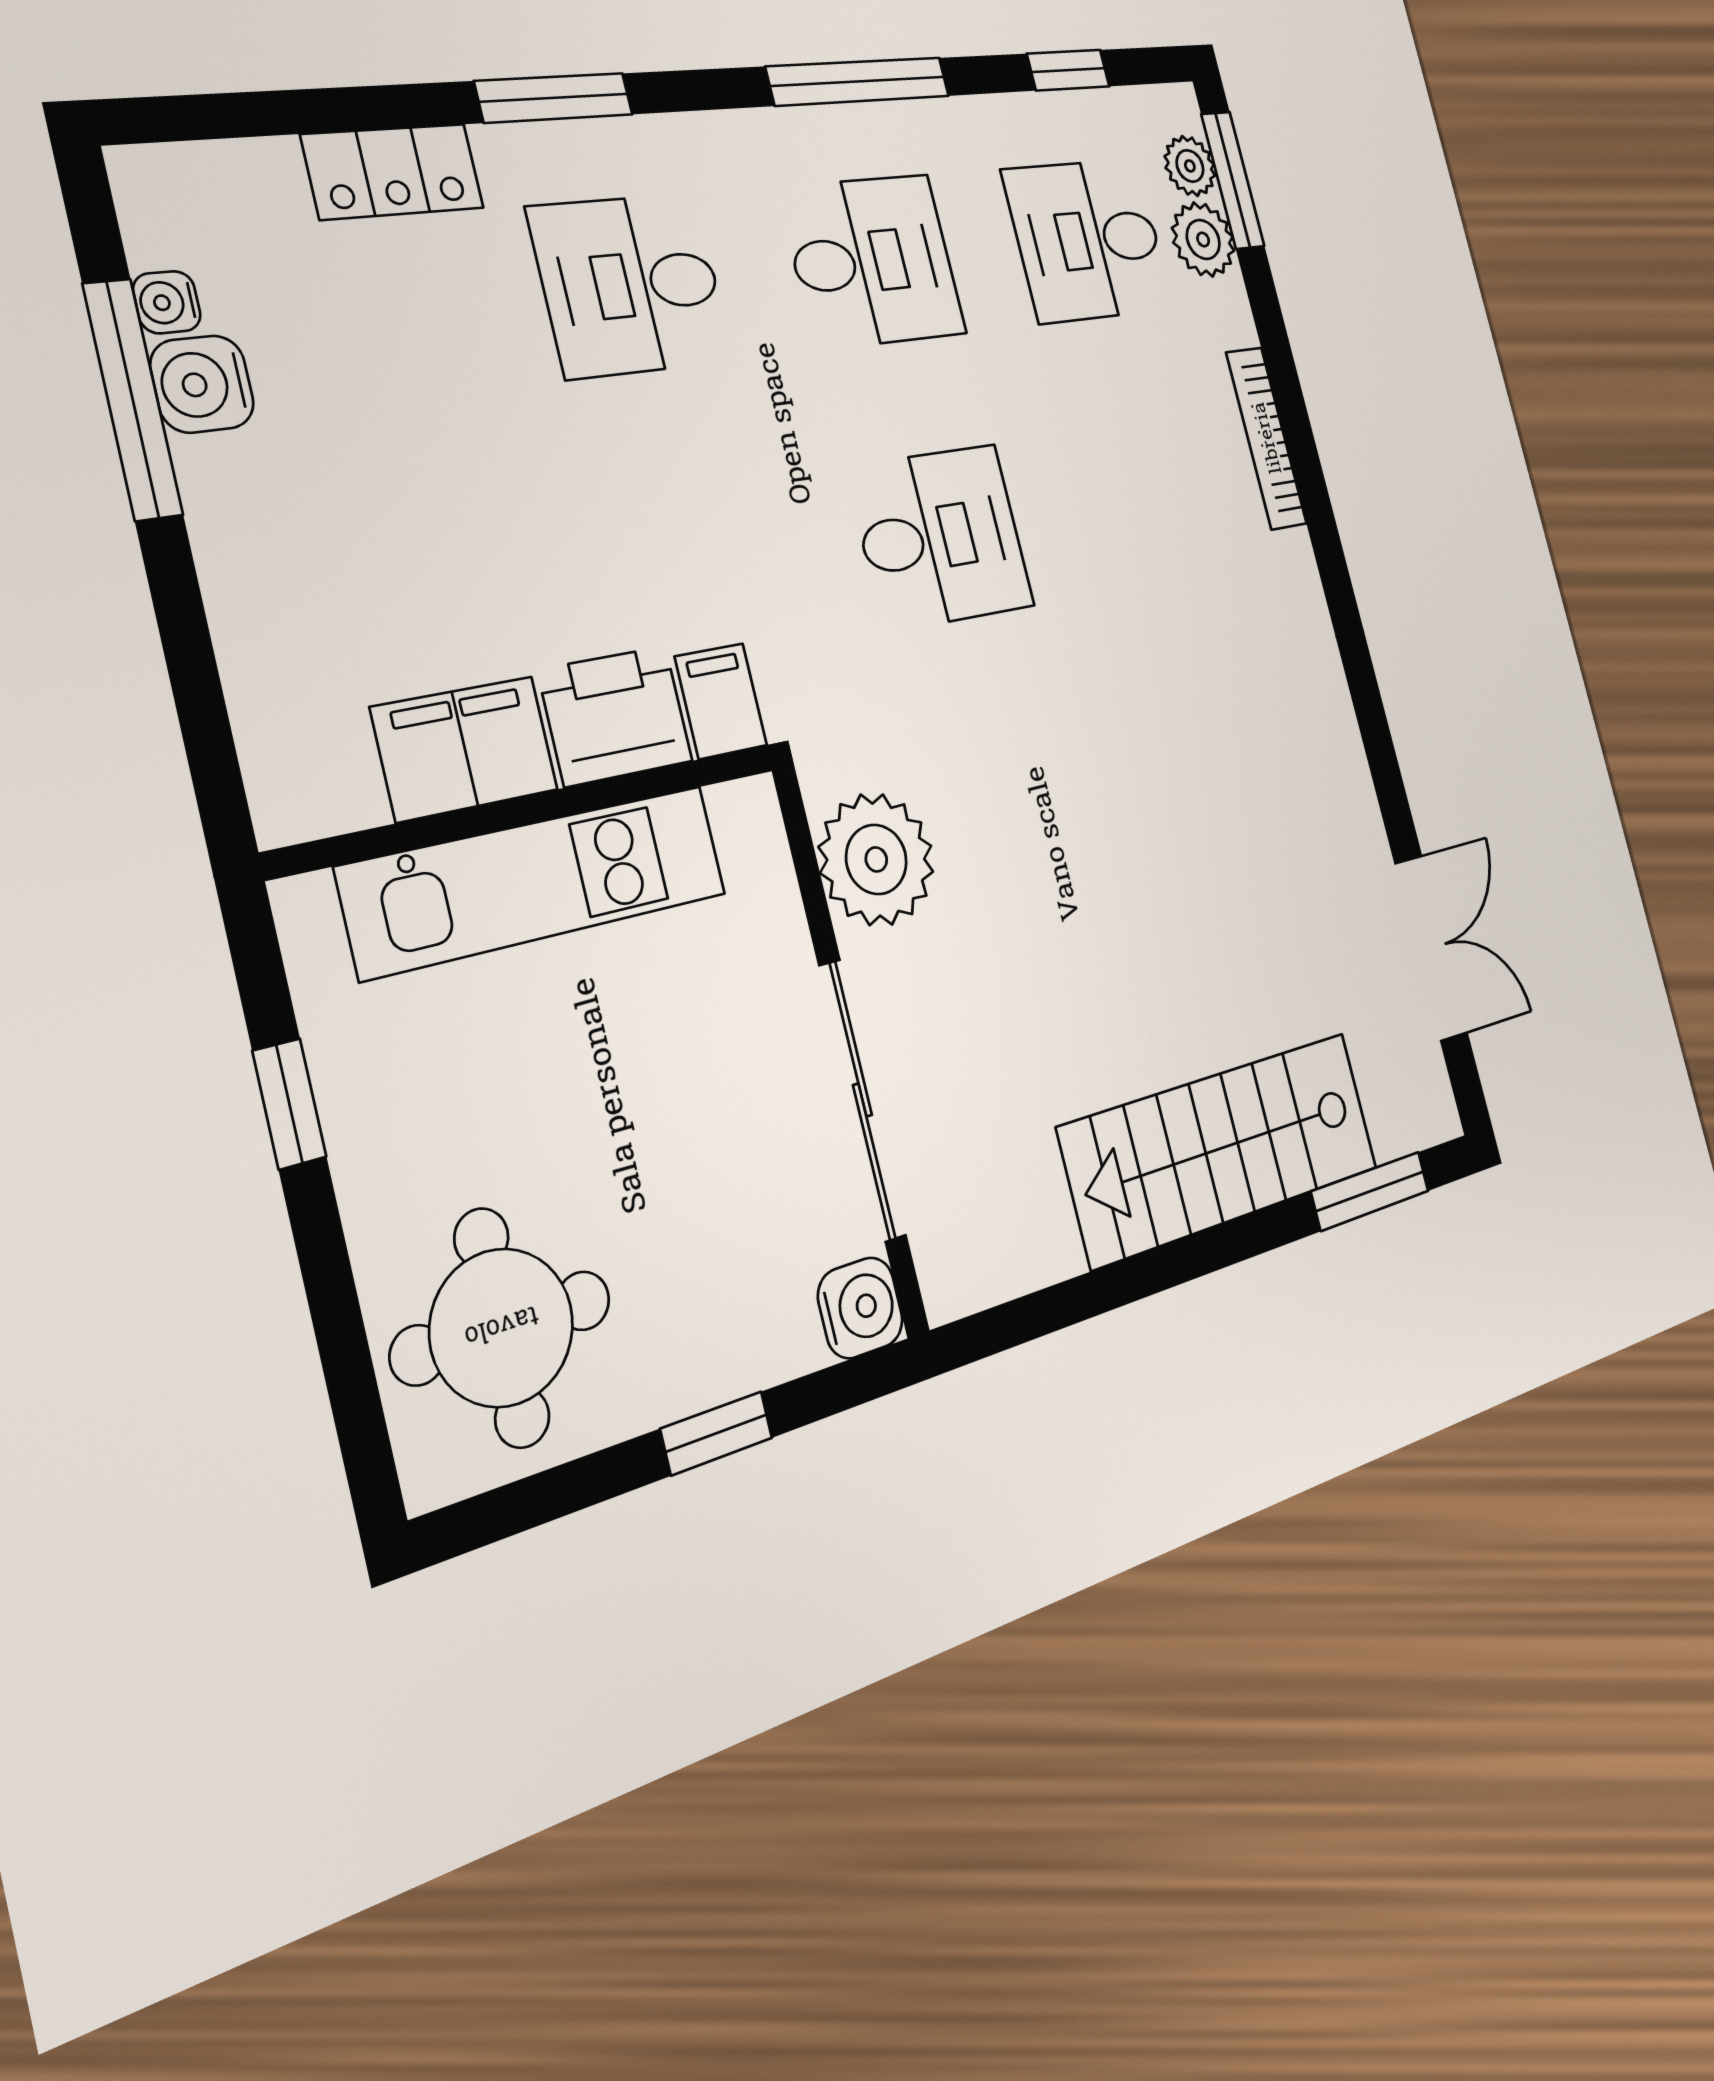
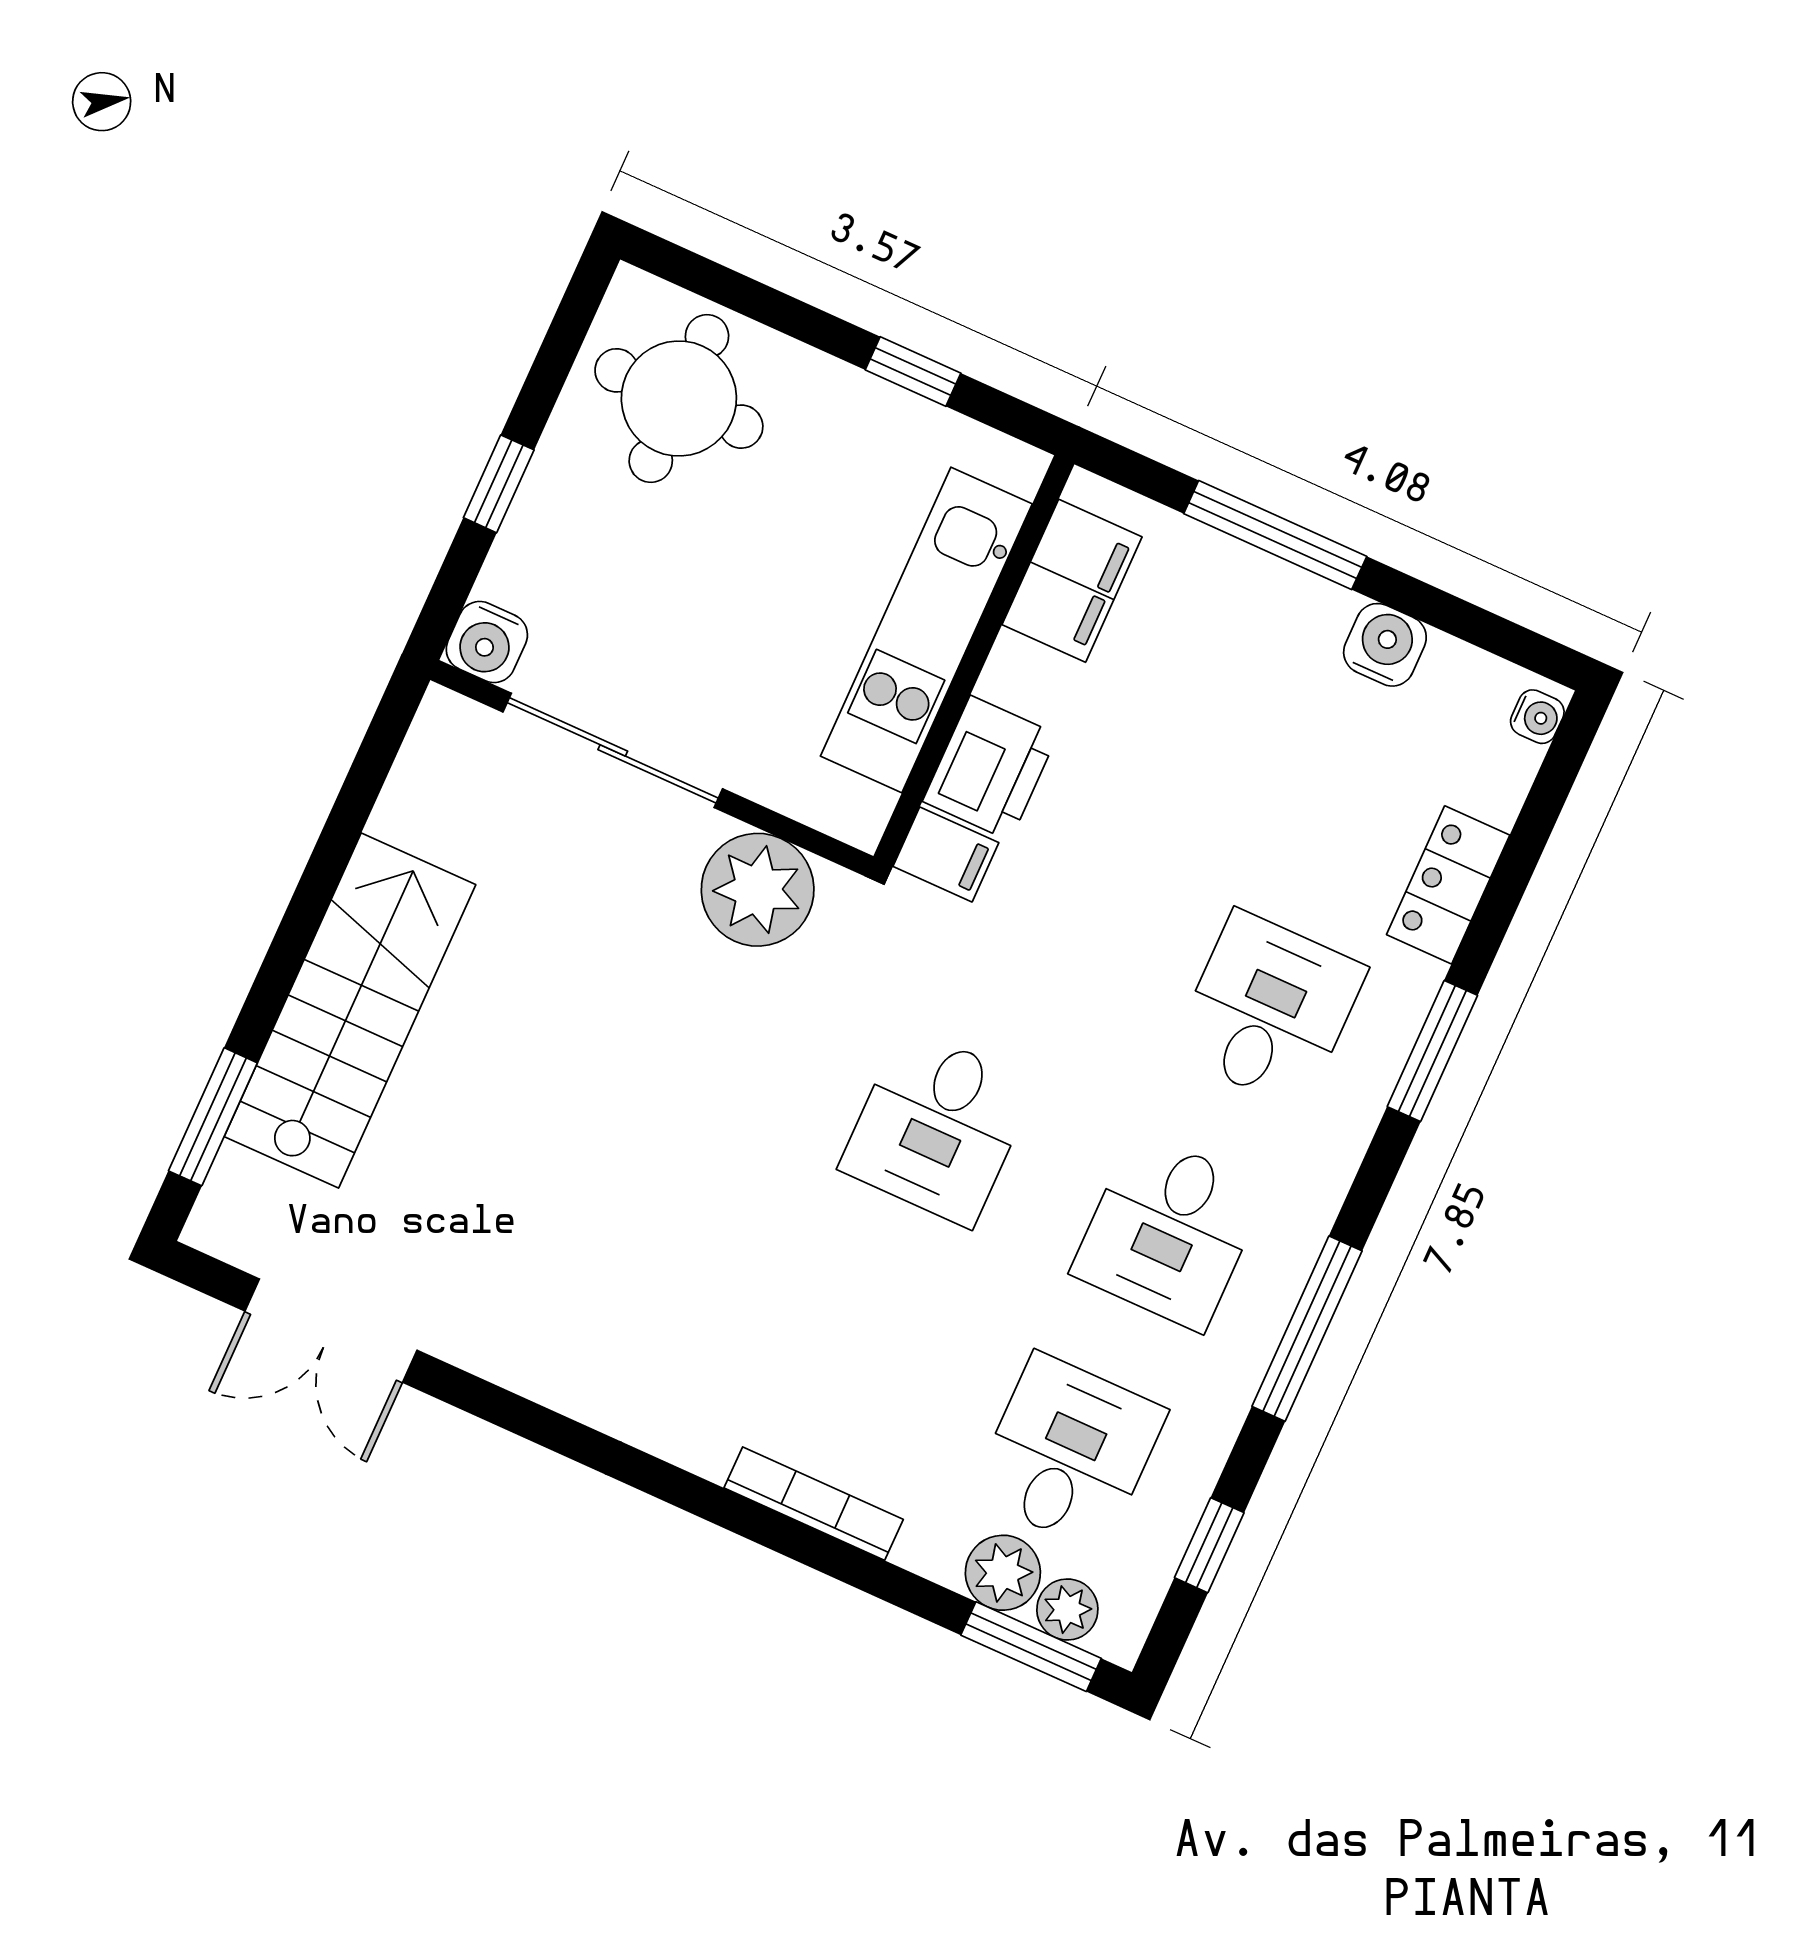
water cooler: (167, 302) -> (1537, 717), moved, turned 90
window: (133, 399) -> (1275, 535), moved
filing cabinet: (465, 749) -> (1072, 581), moved

